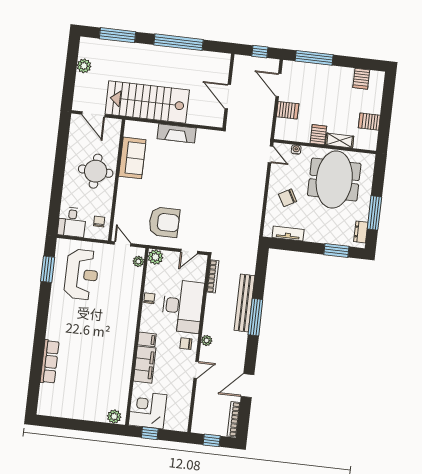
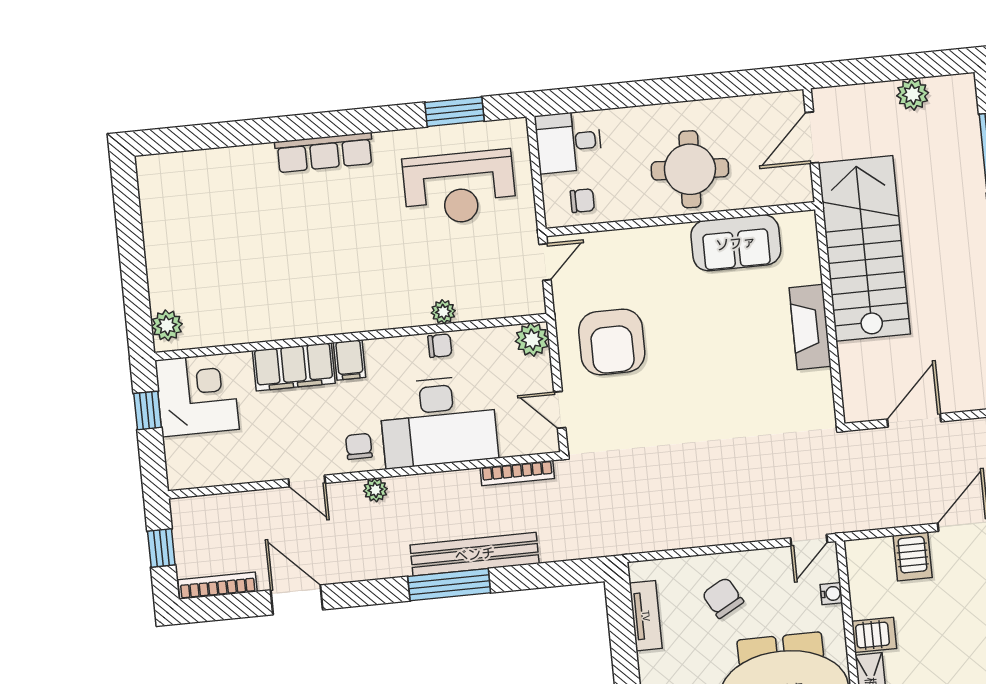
plant: (138, 261) -> (443, 312), moved
row of seats: (50, 362) -> (324, 153), moved

